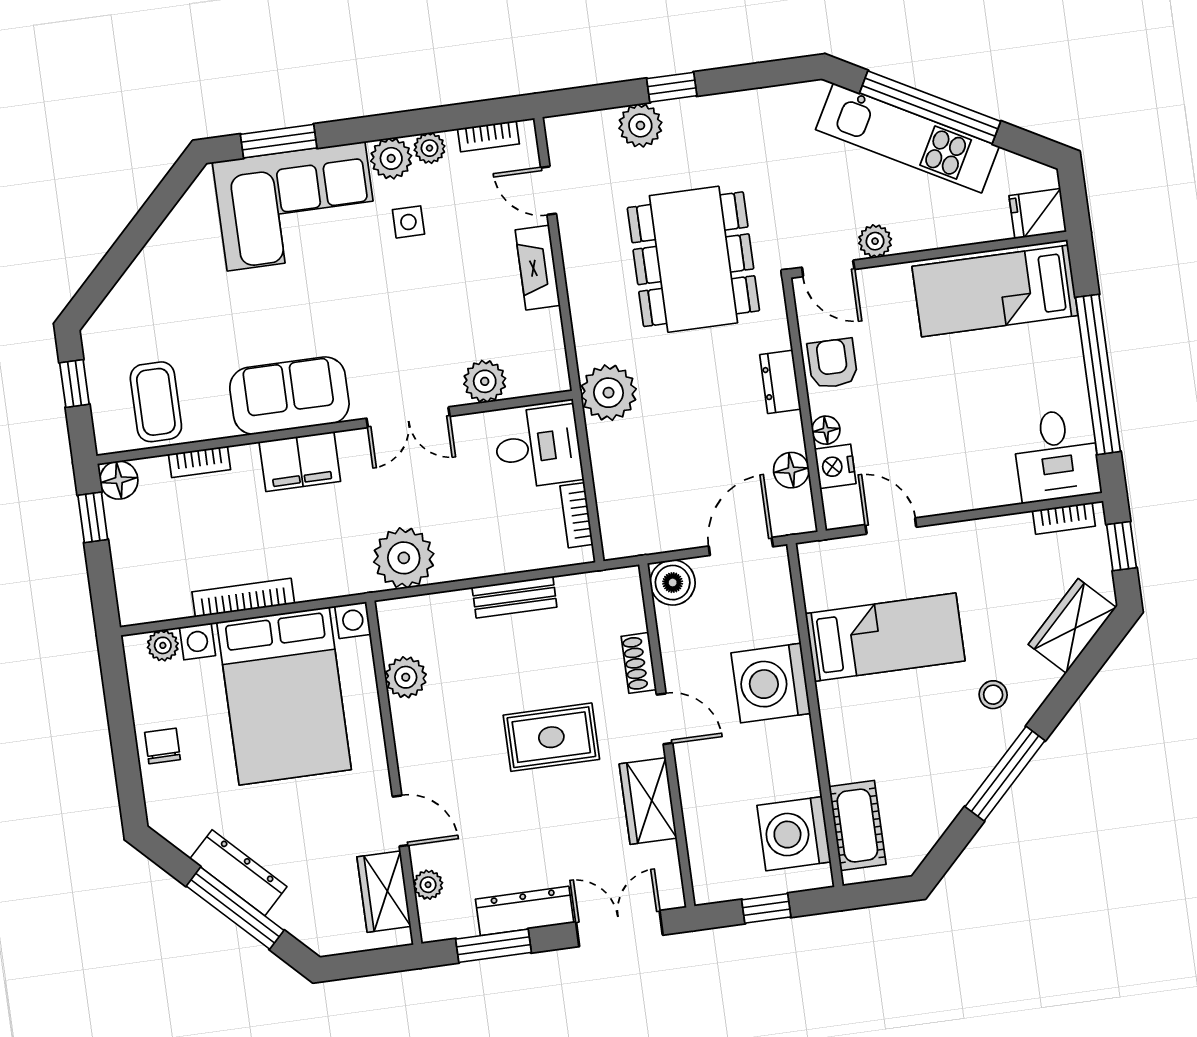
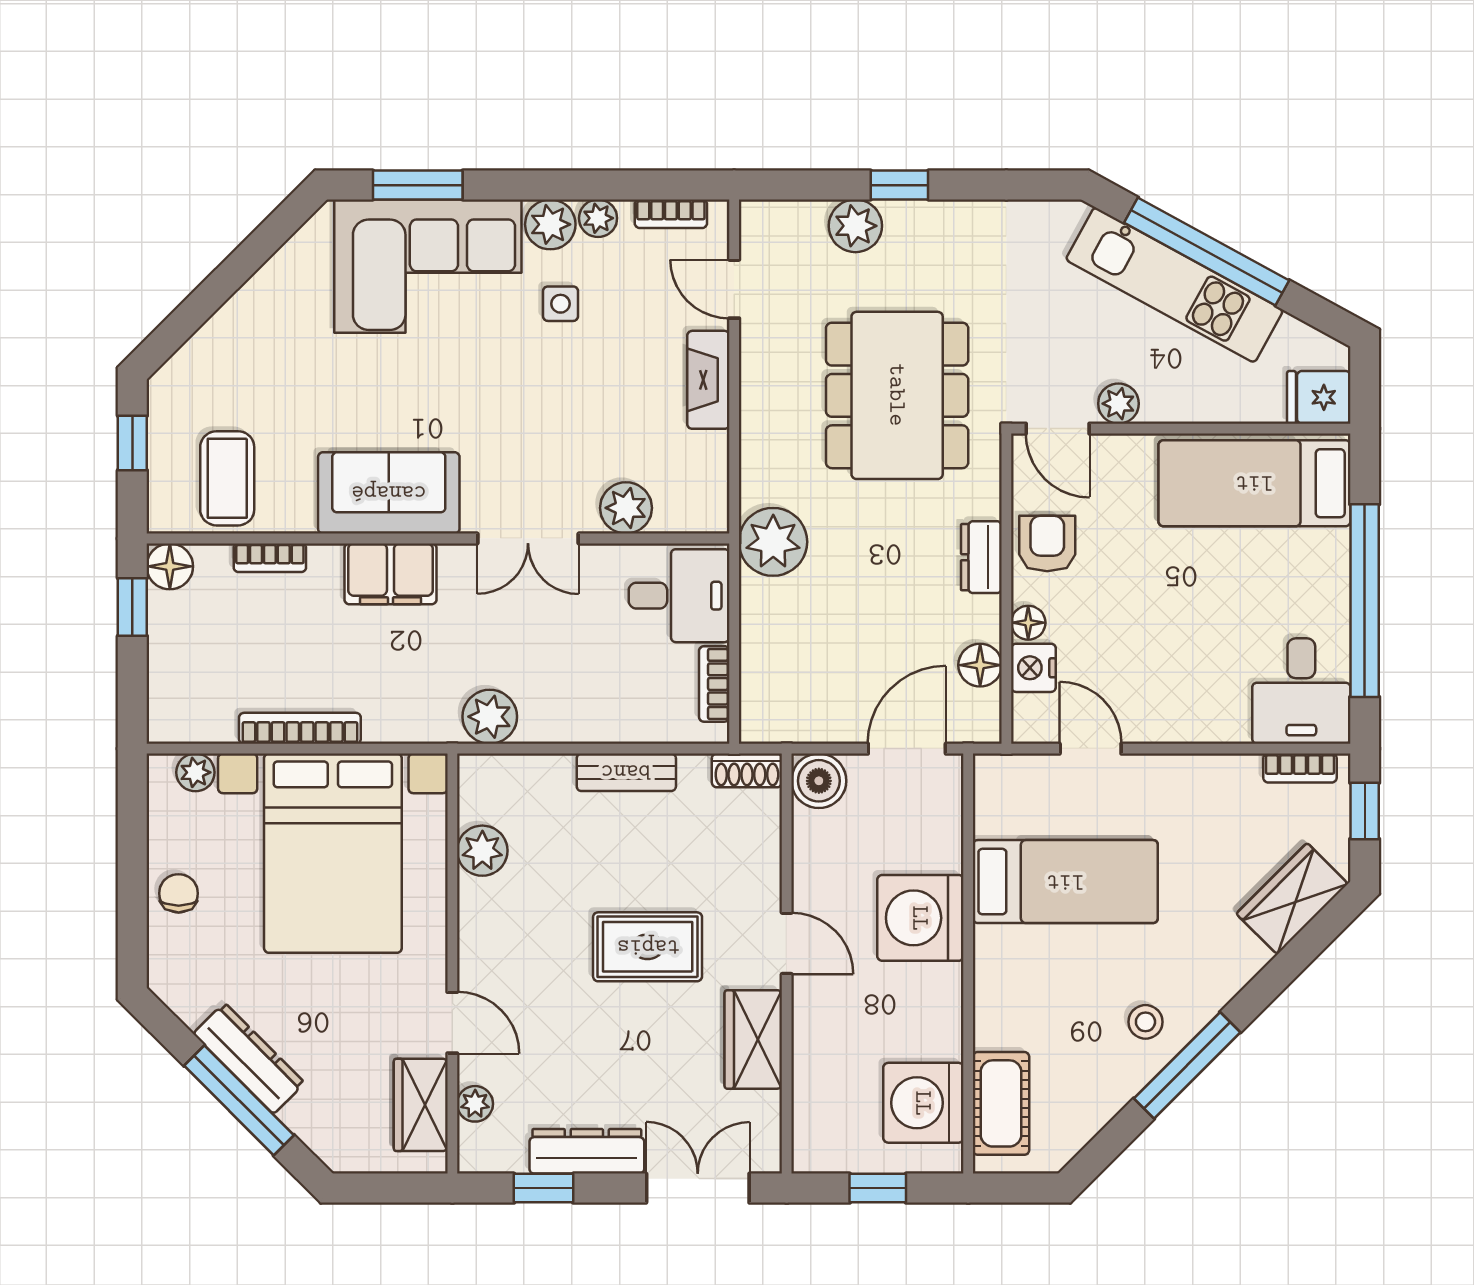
plant: (404, 558) -> (490, 717), width x0.73, depth x0.73
shoe rack: (639, 663) -> (747, 770), moved, turned -90
stool: (993, 695) -> (1145, 1022), moved
window: (493, 946) -> (544, 1188), width x0.67

